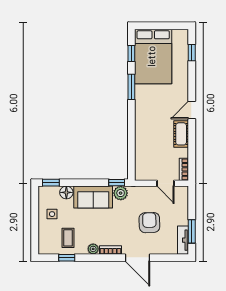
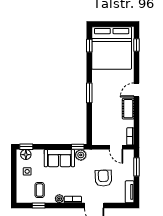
bed: (153, 56) -> (112, 48), width x1.36
window: (131, 87) -> (89, 93), moved
floor lamp: (66, 192) -> (26, 155), moved
window: (192, 231) -> (137, 167), moved

